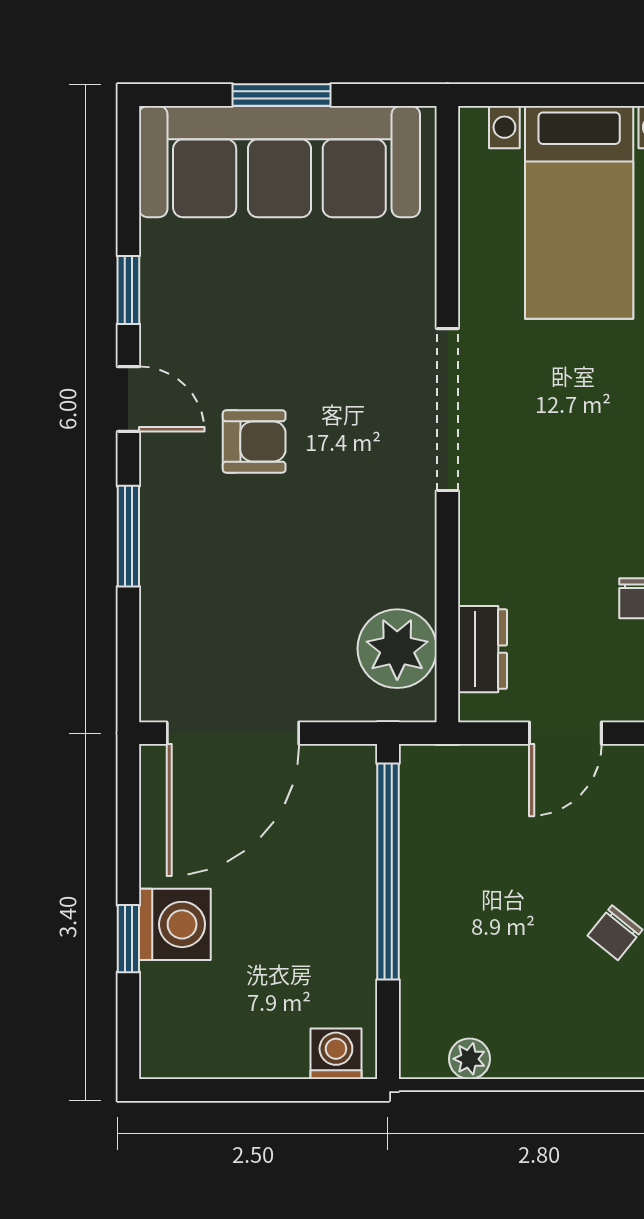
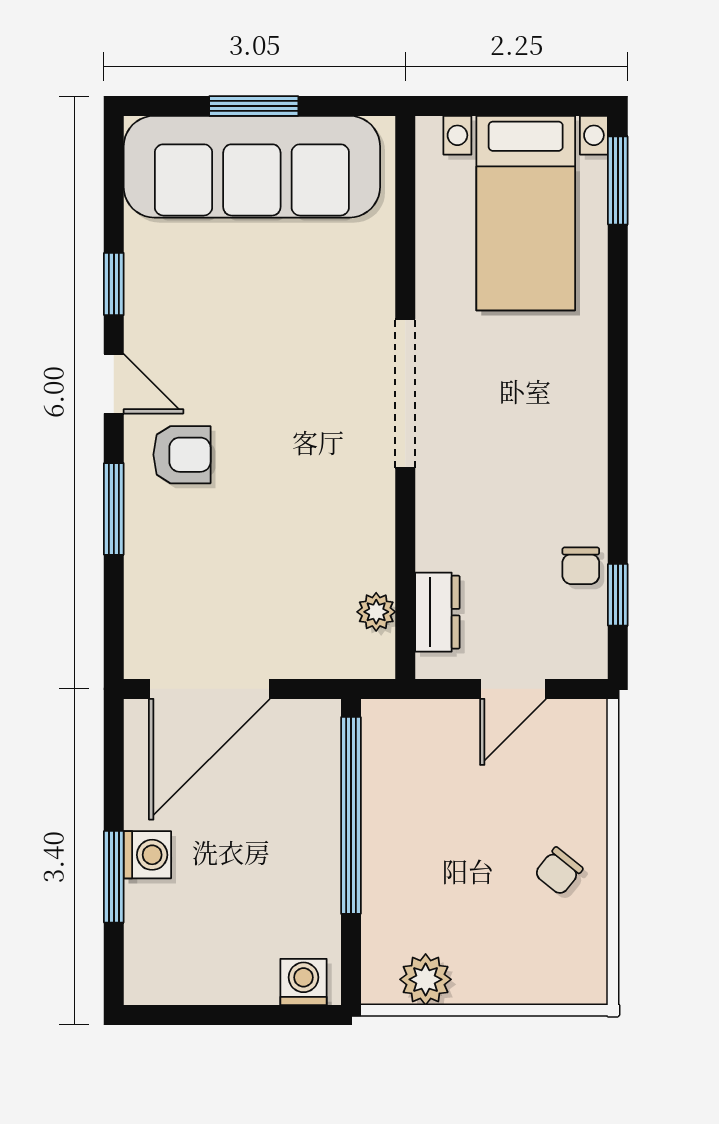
armchair: (254, 441) -> (182, 455), moved
plant: (397, 649) -> (376, 612), width x0.53, depth x0.53
washing machine: (175, 924) -> (147, 855), width x0.73, depth x0.73
window: (128, 939) -> (114, 877), width x1.50
plant: (470, 1059) -> (426, 979), width x1.38, depth x1.38

